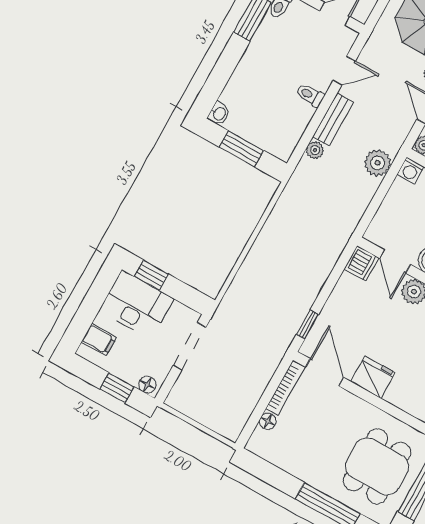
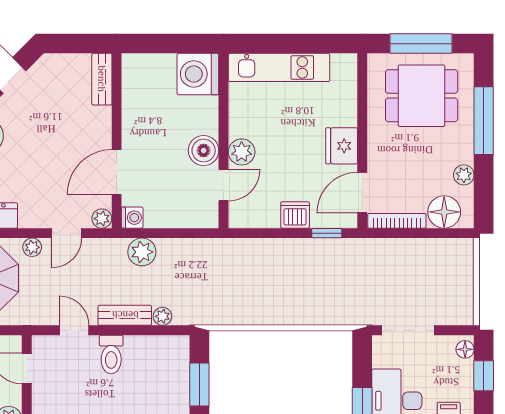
toilet: (310, 95) -> (111, 355), width x1.37, depth x1.39
dishwasher: (361, 263) -> (295, 215), moved
floor lamp: (268, 421) -> (444, 212), width x1.89, depth x1.89
plant: (292, 465) -> (464, 175), added

